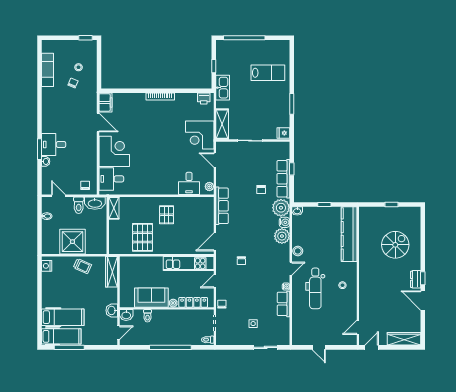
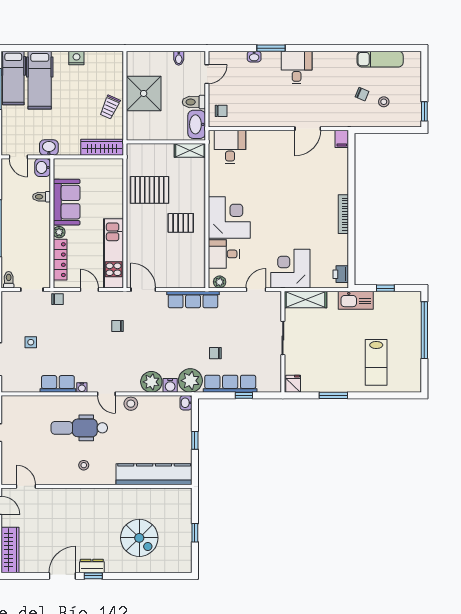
filing cabinet: (105, 102) -> (342, 139), width x0.50
desk: (54, 144) -> (297, 67), moved
corner desk: (114, 151) -> (229, 217), moved, turned -90
nightstand: (47, 266) -> (76, 58), moved

